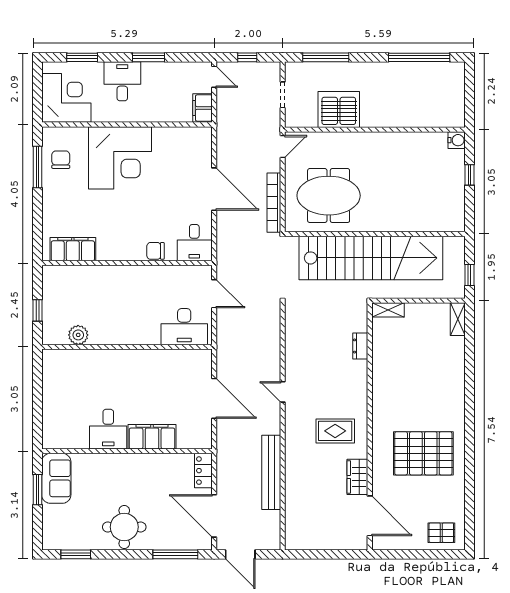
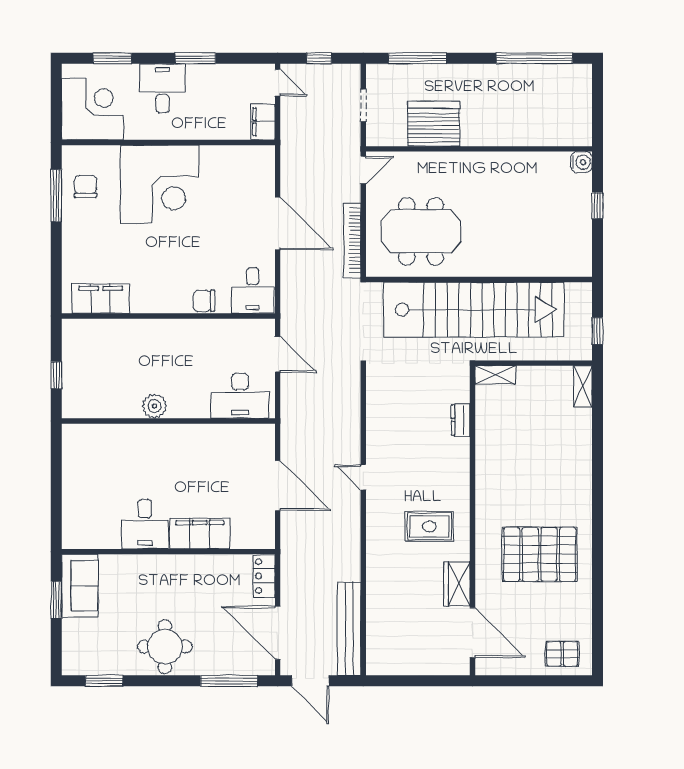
plant: (78, 335) -> (154, 406), moved
bench: (271, 472) -> (349, 629), moved

